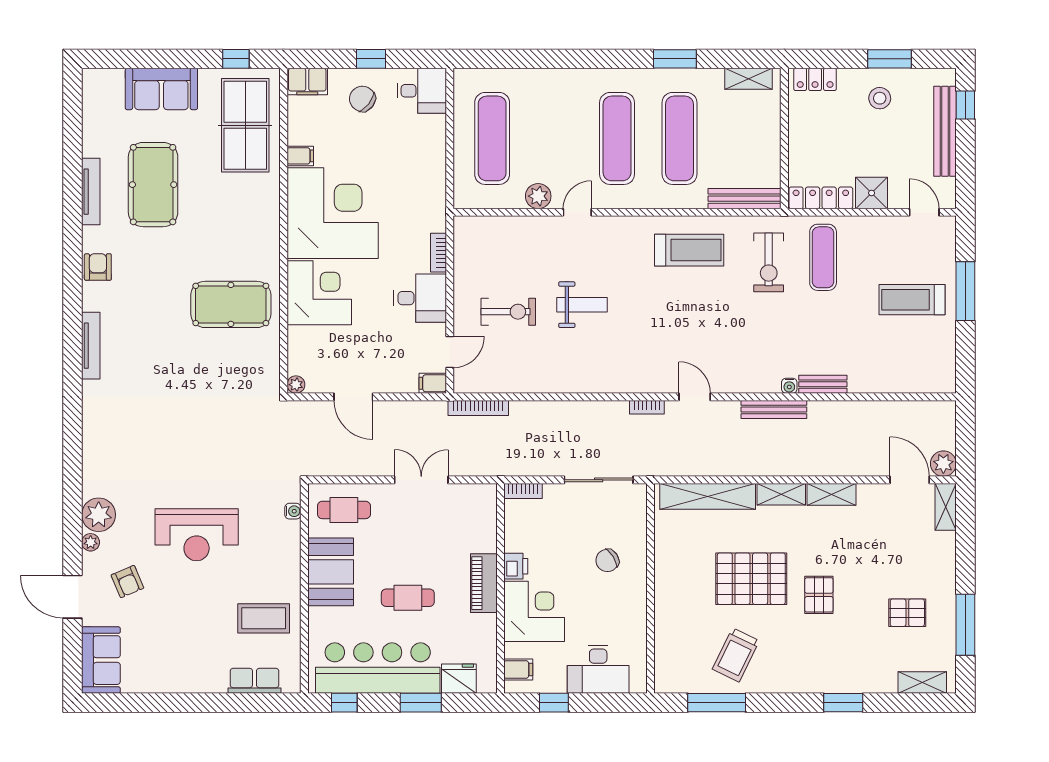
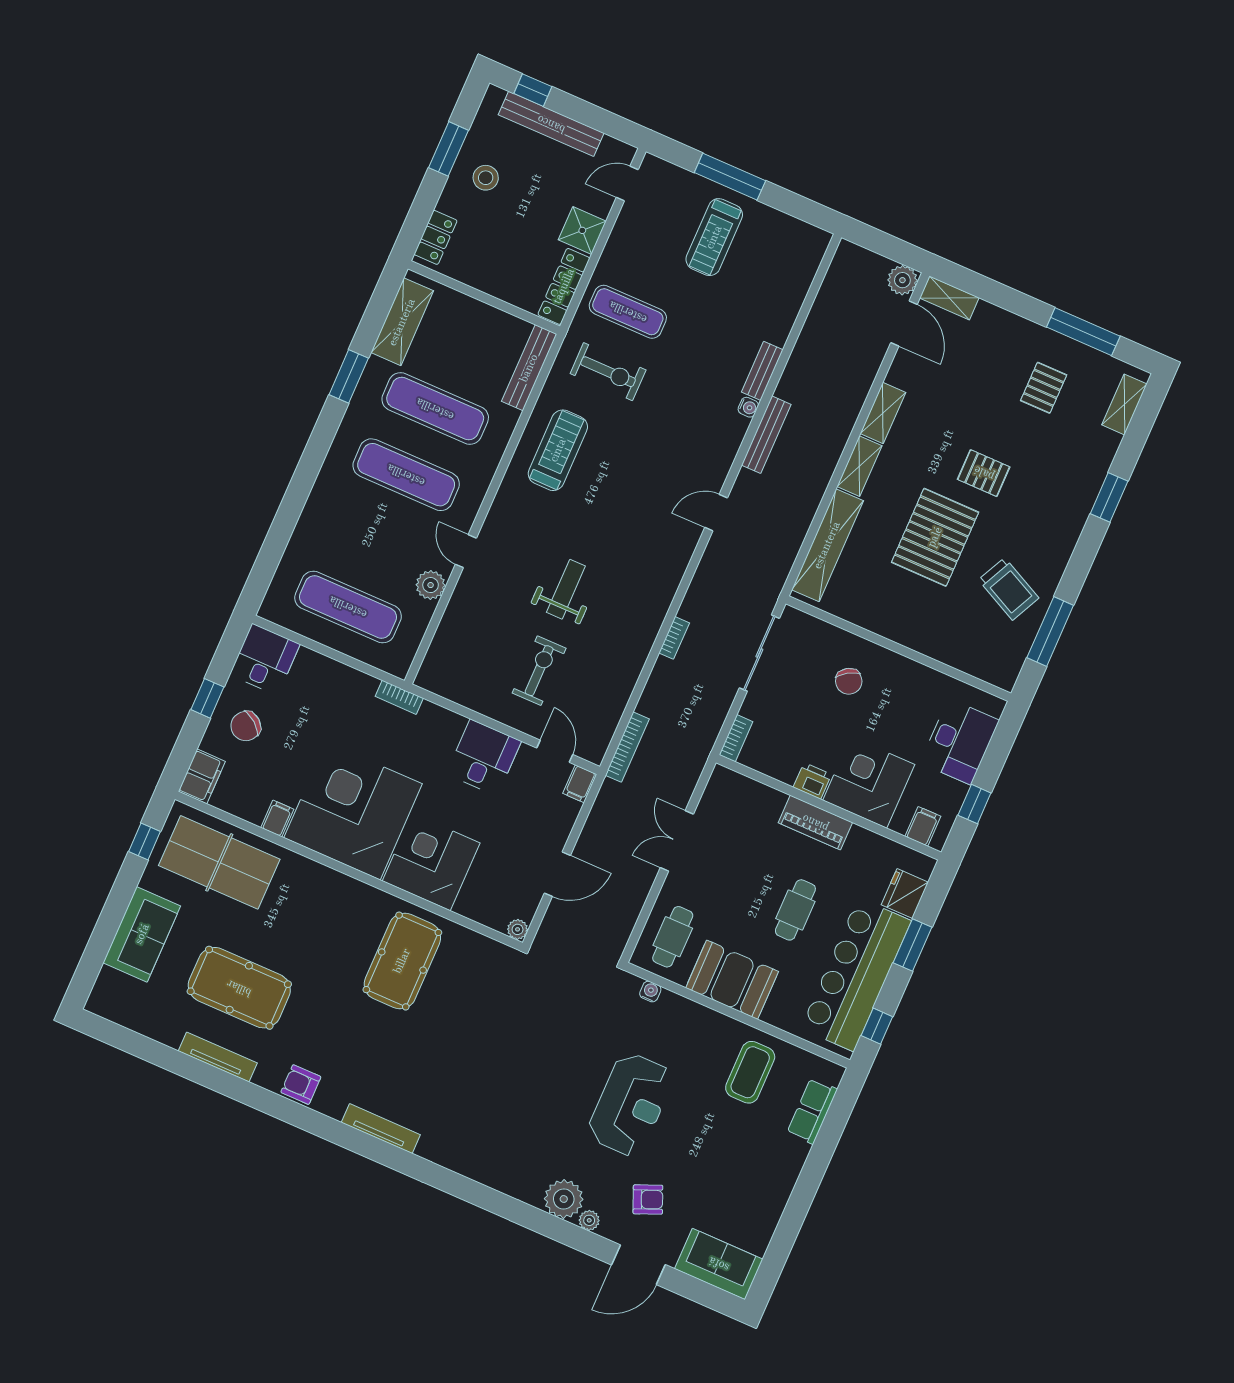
shelving: (749, 79) -> (402, 322), width x1.50, depth x1.33
bookcase: (439, 253) -> (399, 697), moved
bookcase: (647, 407) -> (674, 638), moved
door: (910, 480) -> (904, 324), swing flipped

